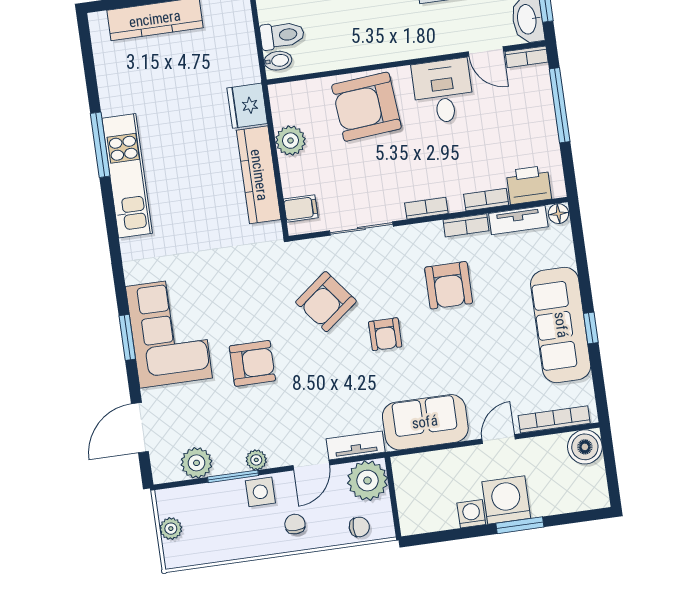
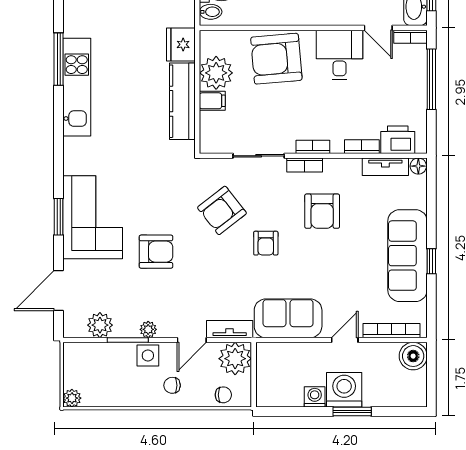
plant: (290, 141) -> (216, 73), width x1.36, depth x1.36
filing cabinet: (301, 208) -> (212, 101), moved
bookcase: (466, 225) -> (305, 165), moved
chair: (295, 524) -> (172, 385), turned -90
plant: (171, 529) -> (72, 398), moved

